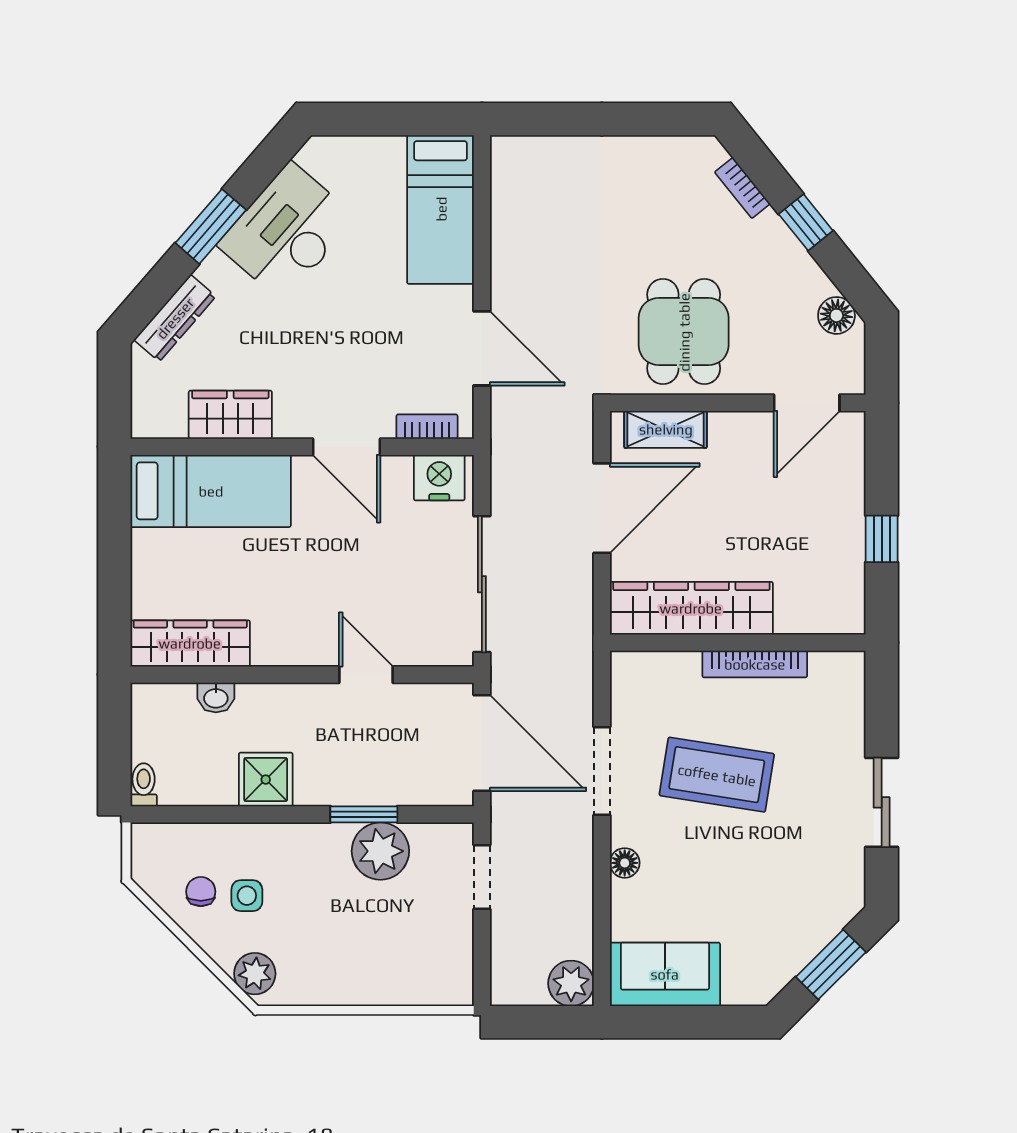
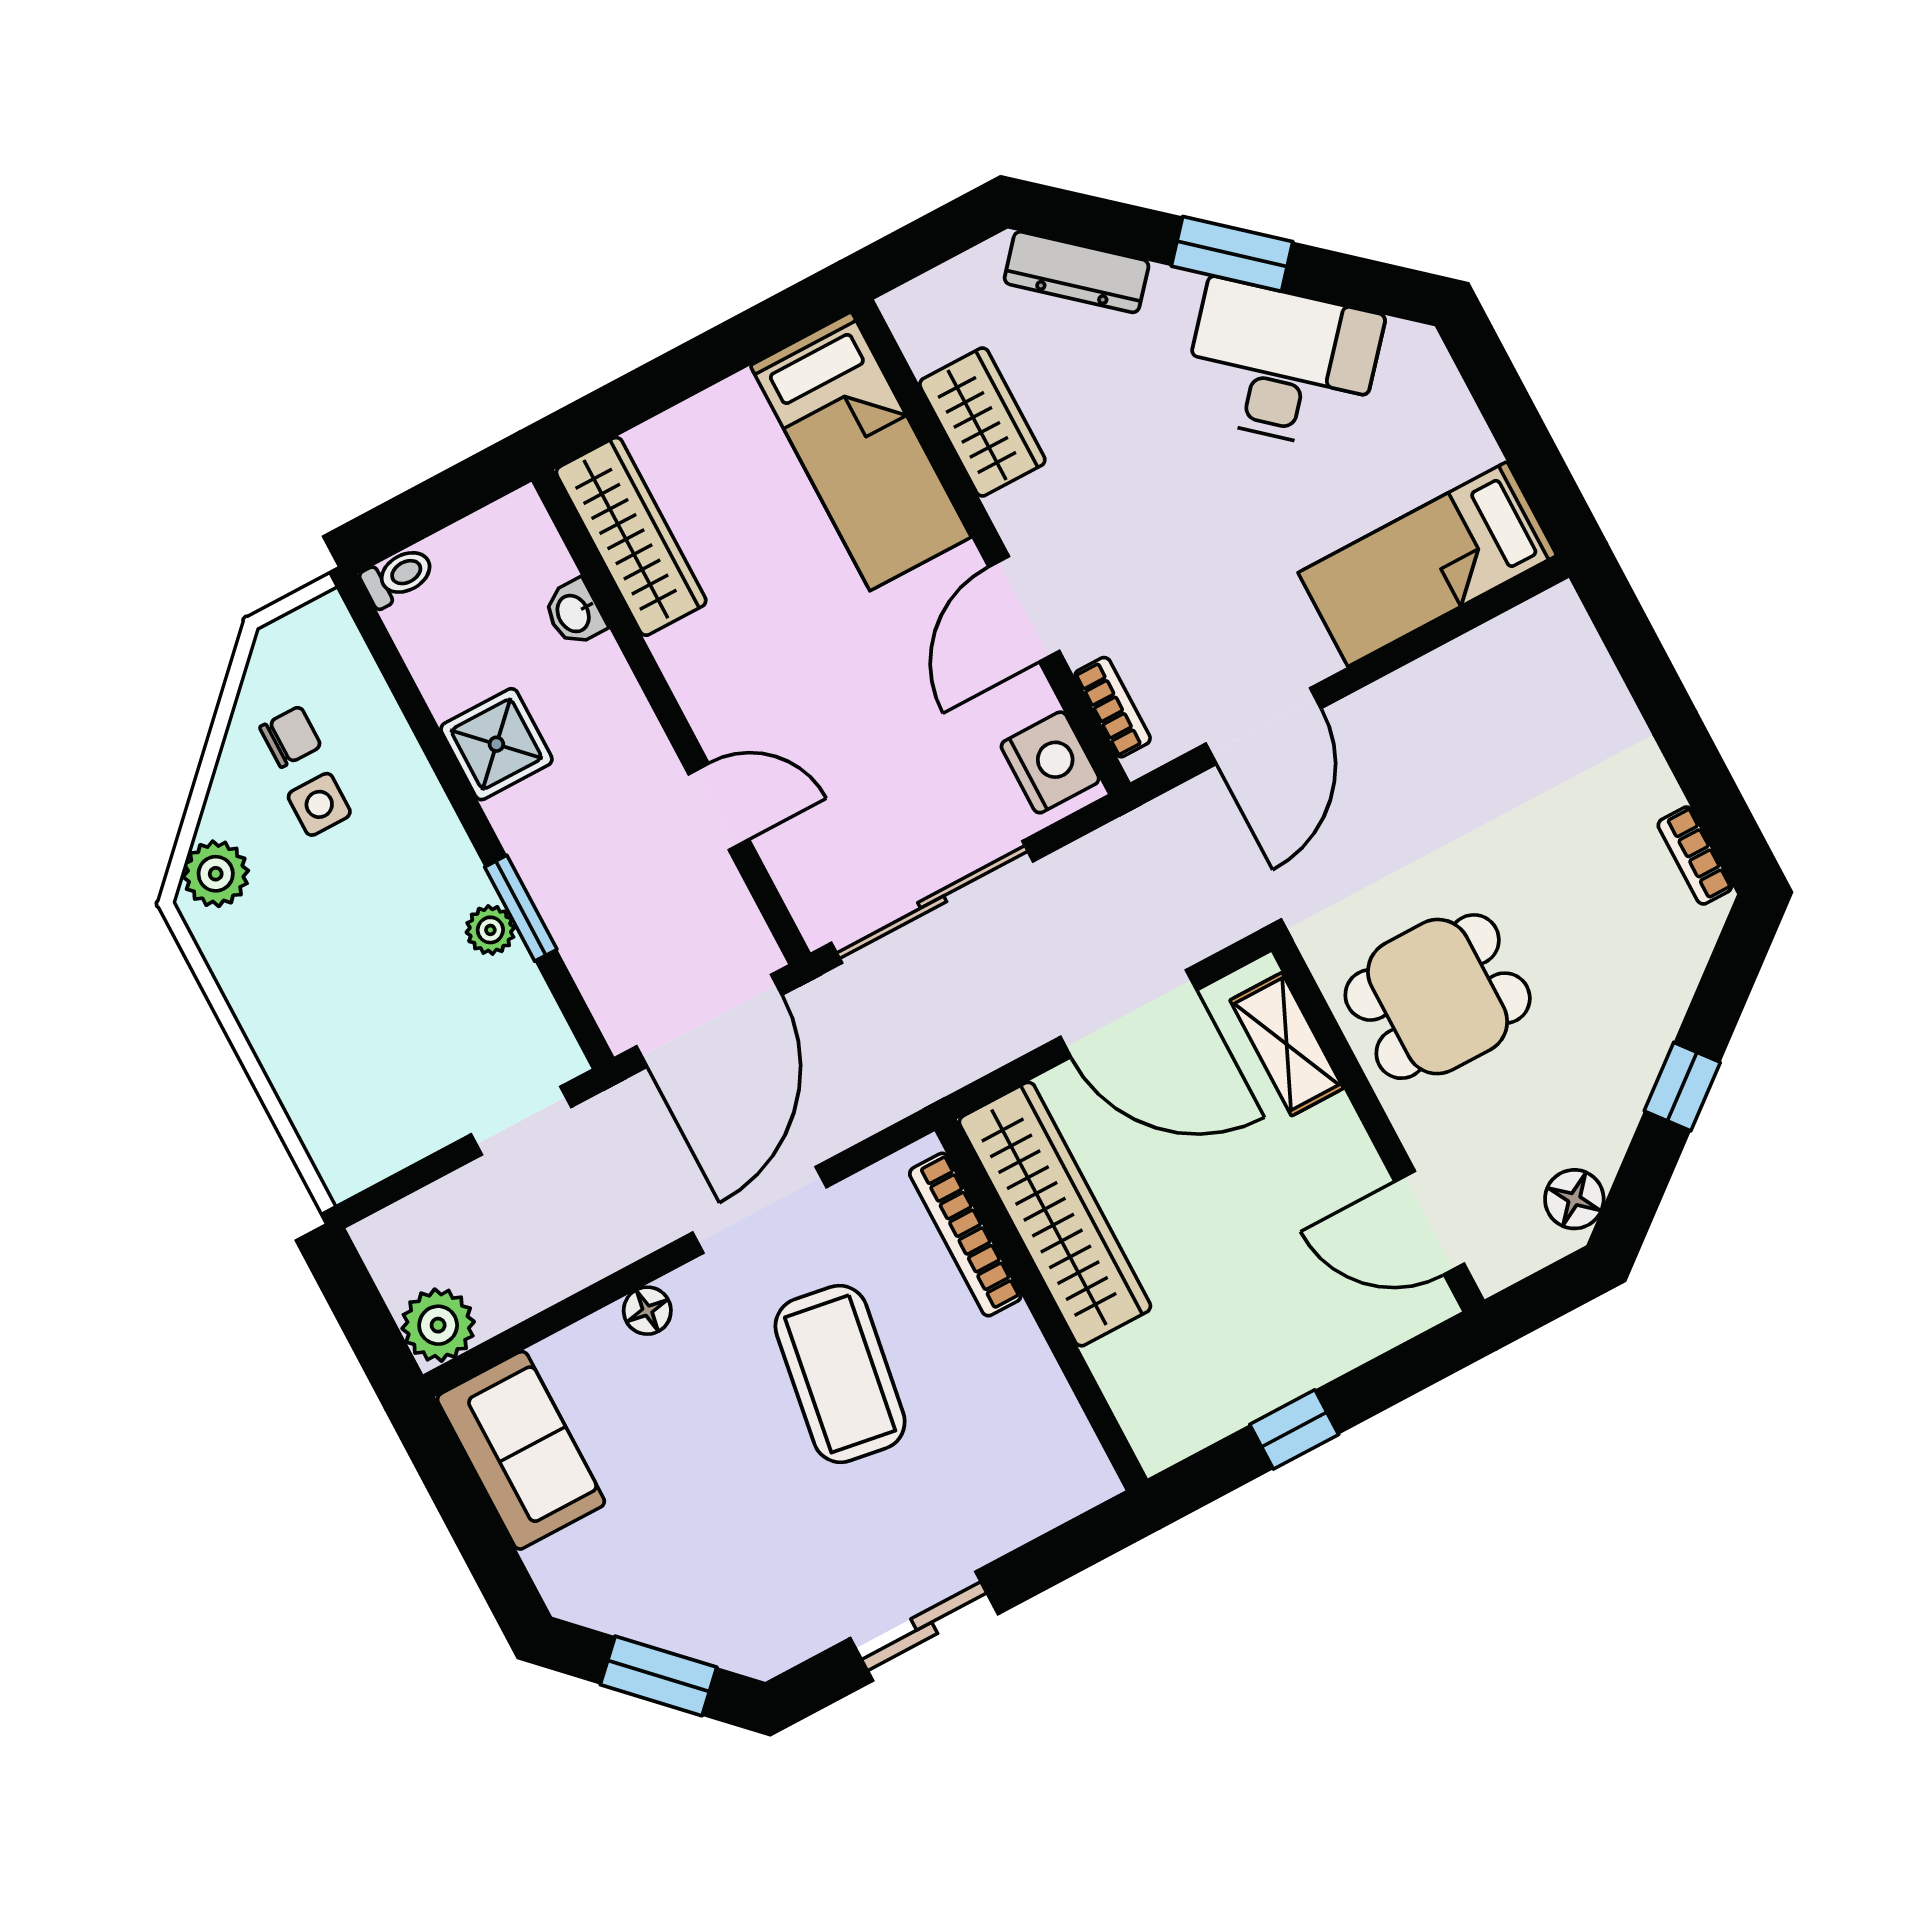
bookcase: (742, 188) -> (1695, 855), moved, turned -51
bookcase: (755, 664) -> (965, 1235), moved
door: (366, 675) -> (719, 807), hinge flipped
plant: (380, 851) -> (490, 930), width x0.53, depth x0.53

